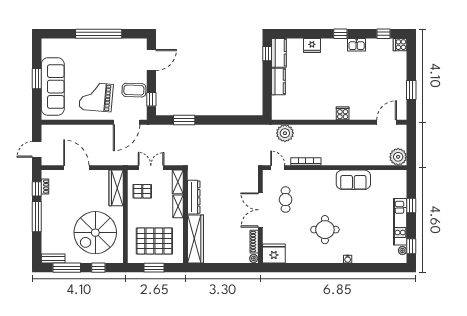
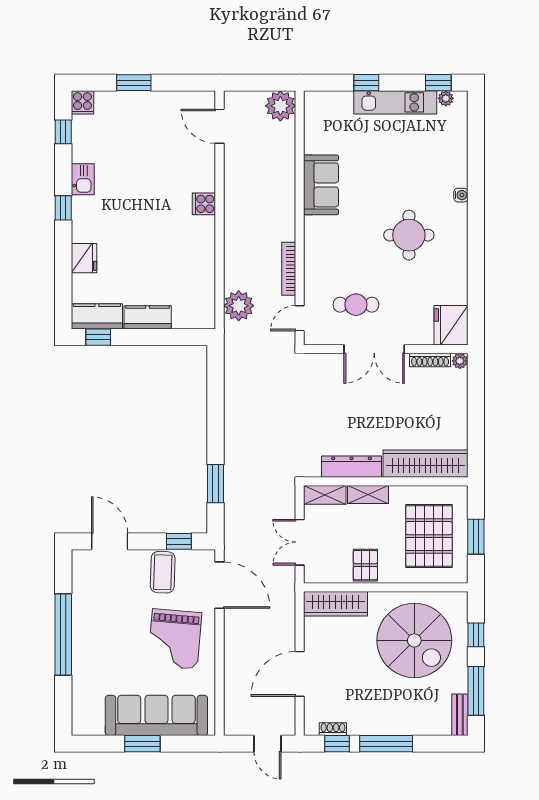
window: (411, 90) -> (134, 83), moved
pallet: (142, 191) -> (365, 565), moved

